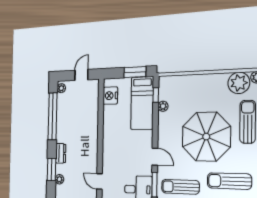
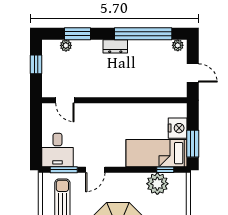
nightstand: (110, 96) -> (178, 128), moved, turned 90
plant: (163, 106) -> (157, 184), width x1.88, depth x1.88
dresser: (61, 153) -> (115, 46), moved
door: (99, 181) -> (65, 100), swing flipped

